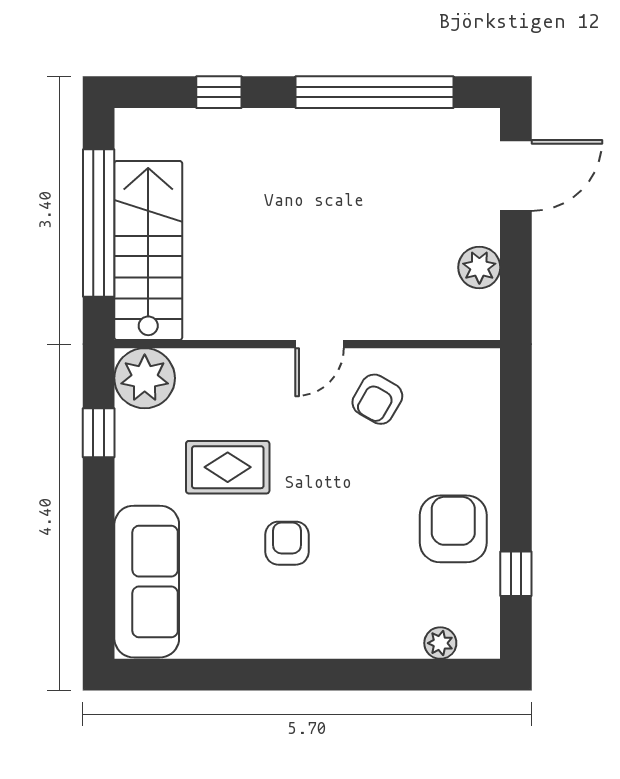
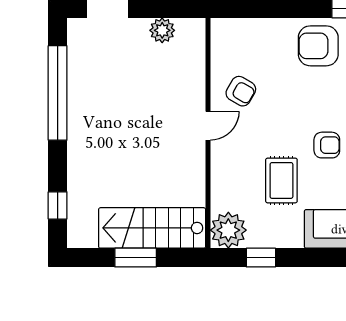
window: (219, 92) -> (58, 205), moved
window: (99, 223) -> (136, 258), width x0.47
door: (320, 344) -> (208, 126), hinge flipped
armchair: (287, 543) -> (327, 145), turned 180

